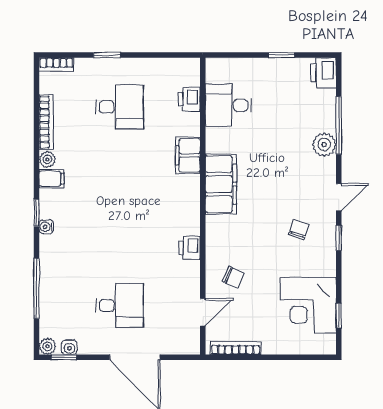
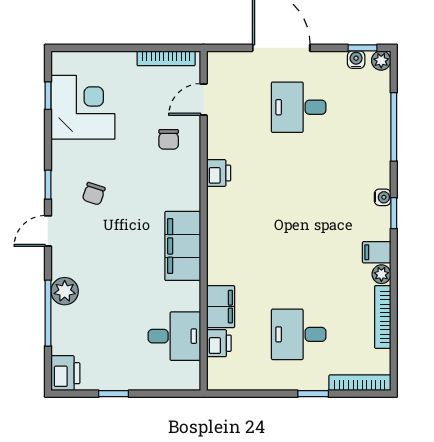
bookcase: (56, 65) -> (360, 383), width x1.56
filing cabinet: (188, 155) -> (221, 307), moved
chair: (233, 277) -> (169, 139), turned -115

